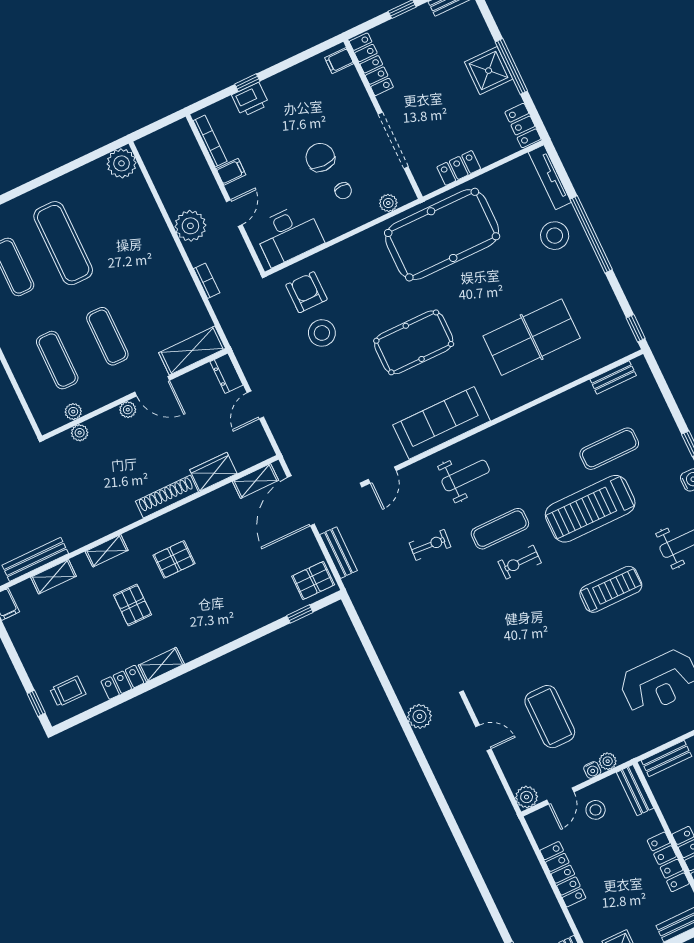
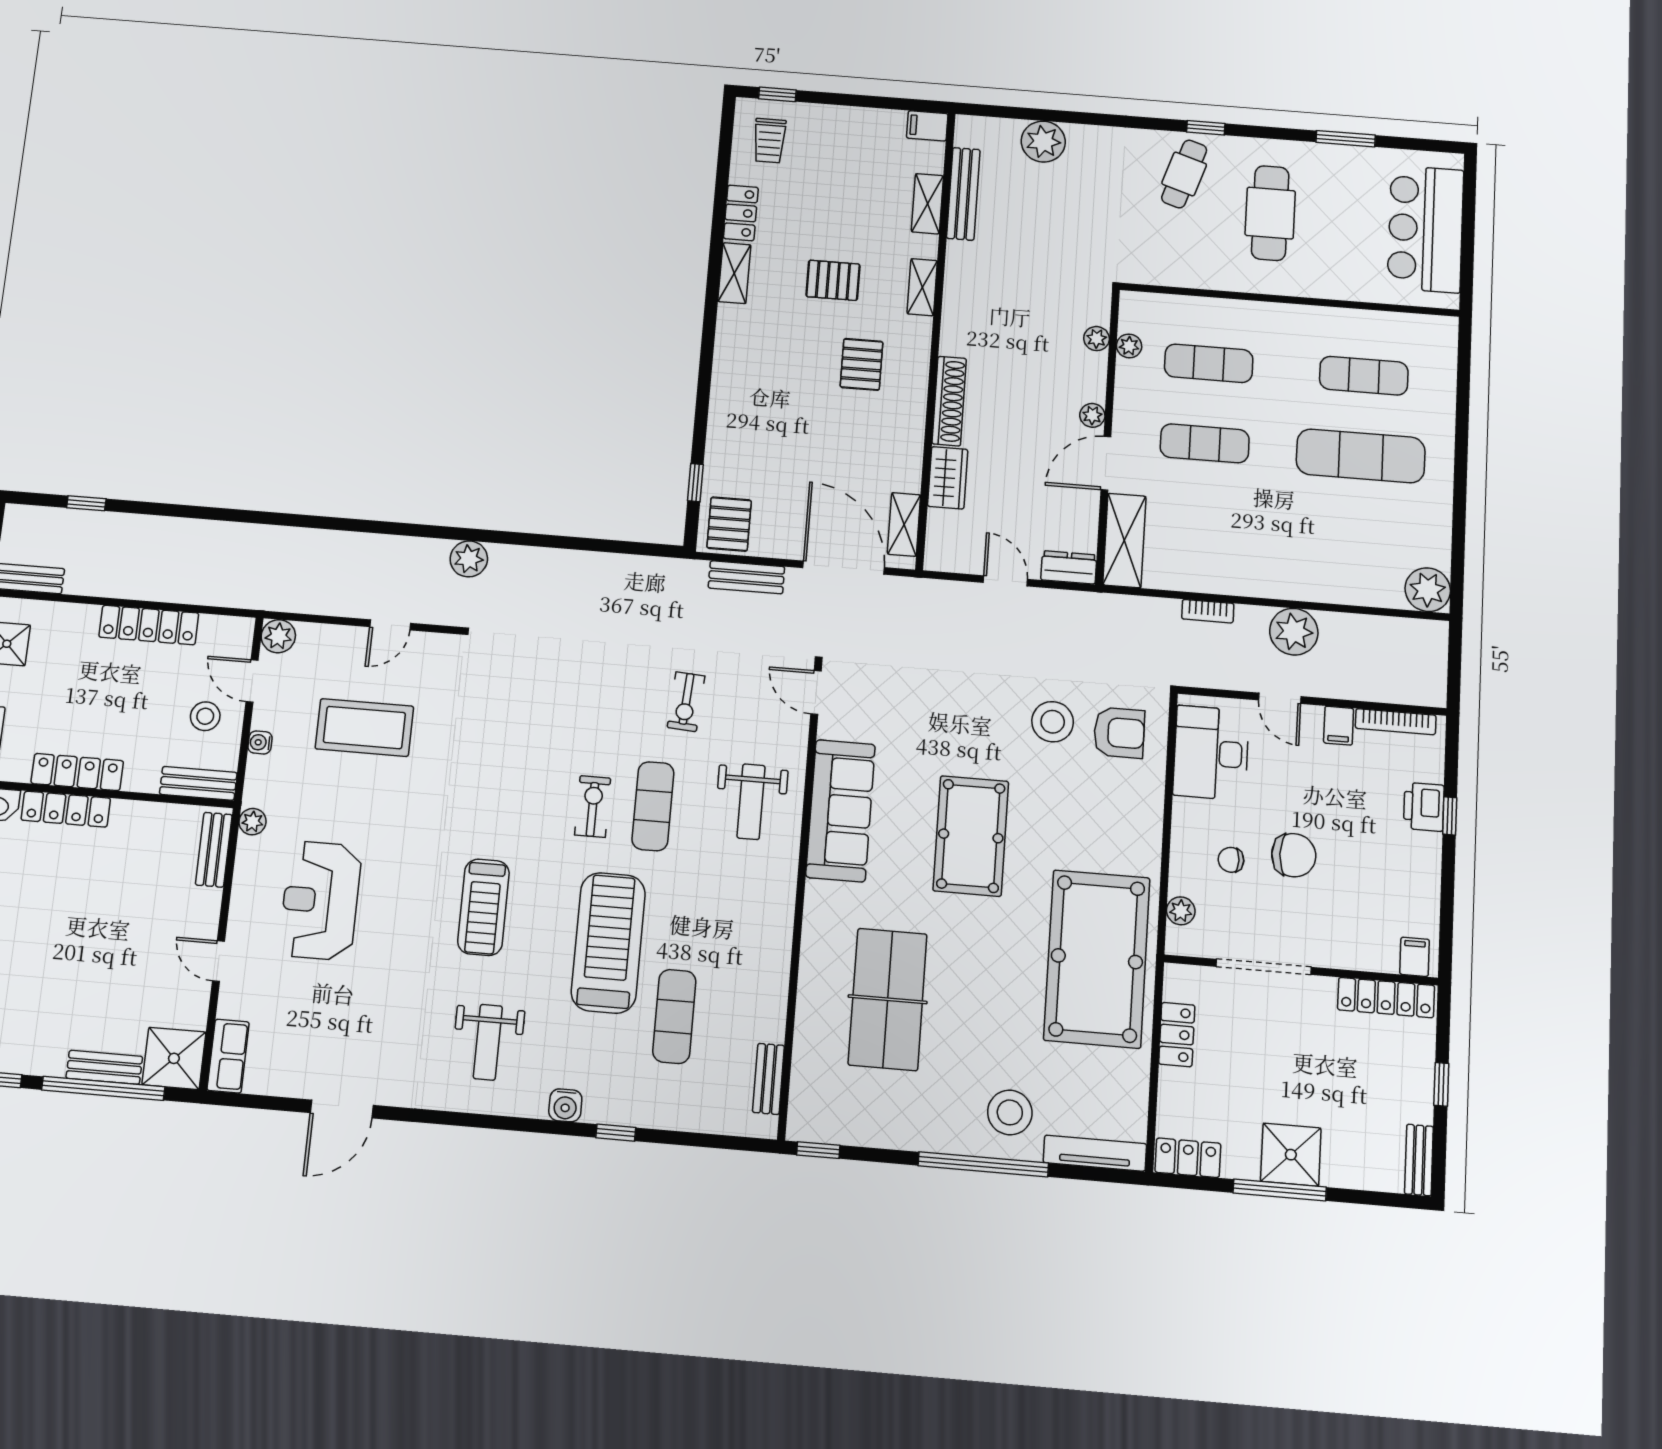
plant: (608, 761) -> (253, 822), moved

